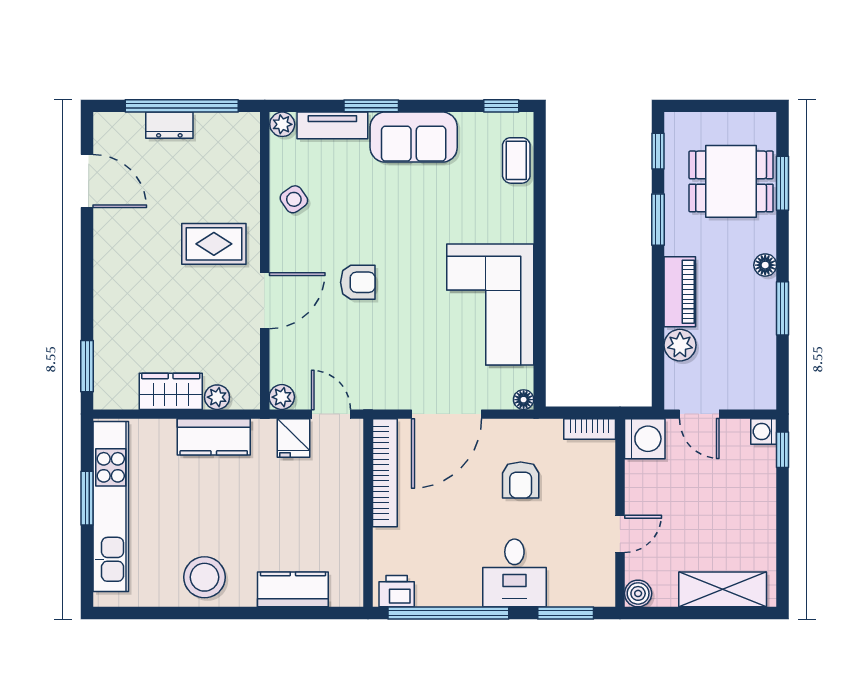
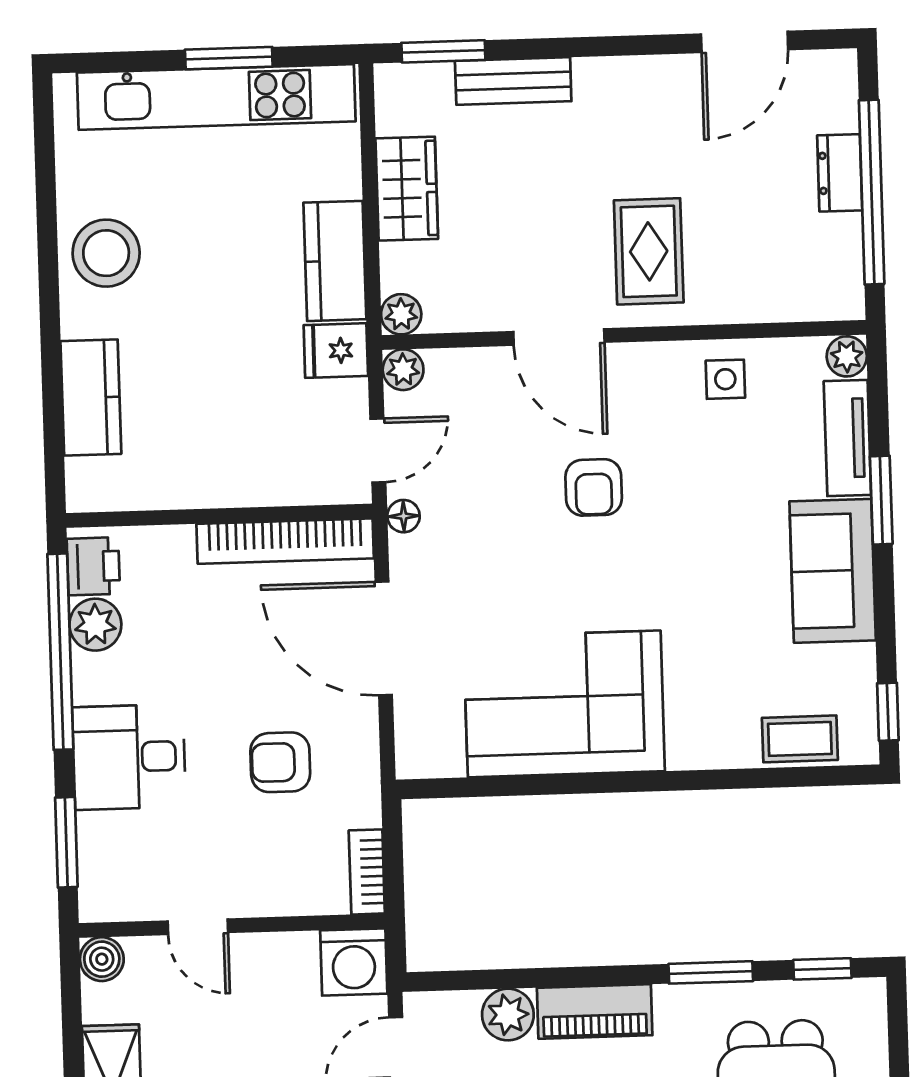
side table: (294, 199) -> (725, 379), turned 35
bench: (107, 324) -> (513, 81), added
plant: (217, 397) -> (401, 314), moved
floor lamp: (524, 400) -> (404, 516), moved
fridge: (293, 438) -> (336, 351), moved
plant: (432, 591) -> (95, 625), added

